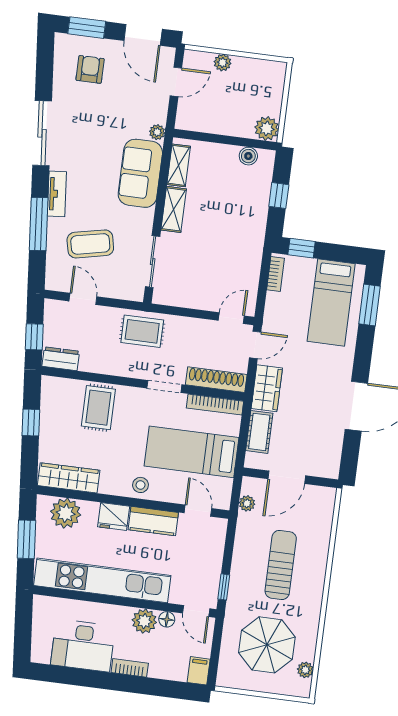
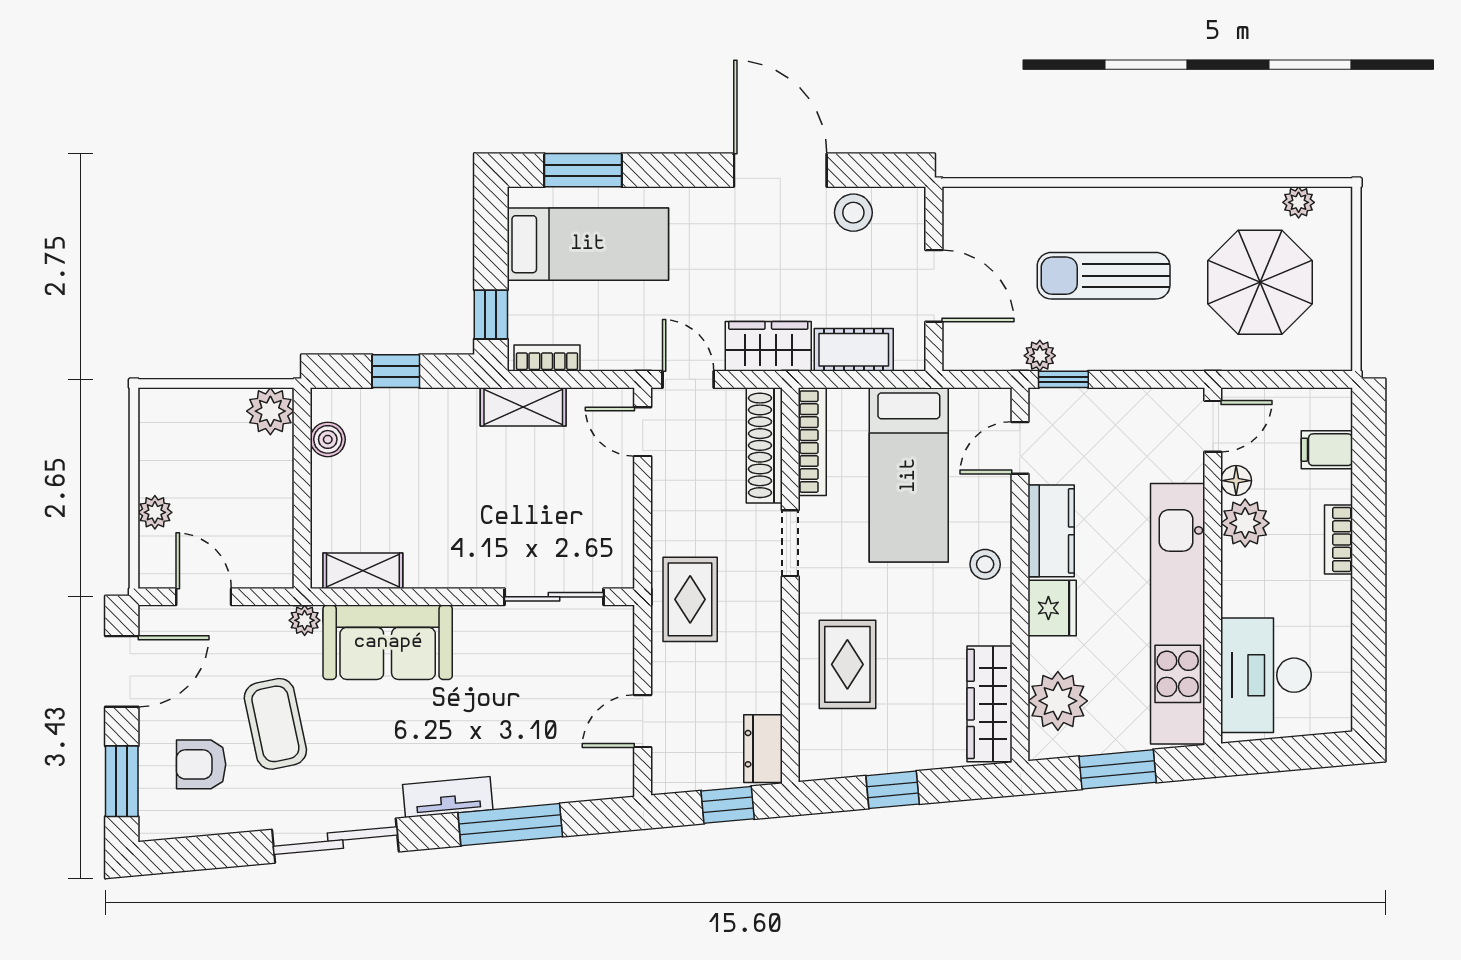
shelving: (174, 209) -> (523, 407), moved
coffee table: (90, 244) -> (275, 724), moved
rug: (98, 408) -> (847, 664), turned 90
stool: (330, 441) -> (853, 213), added
plant: (247, 503) -> (1040, 356), moved
window: (224, 587) -> (1063, 379), moved
desk: (83, 646) -> (1266, 675), moved, turned 180
filing cabinet: (199, 671) -> (1327, 450), moved

